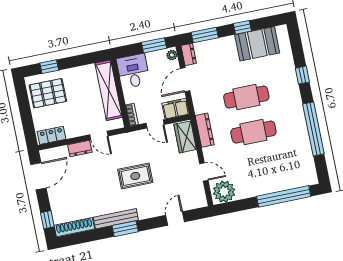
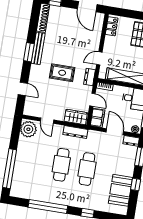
door: (155, 124) -> (92, 100), swing flipped
dresser: (80, 149) -> (90, 77), moved
door: (204, 172) -> (47, 121), hinge flipped
rug: (135, 176) -> (62, 73), turned 90

